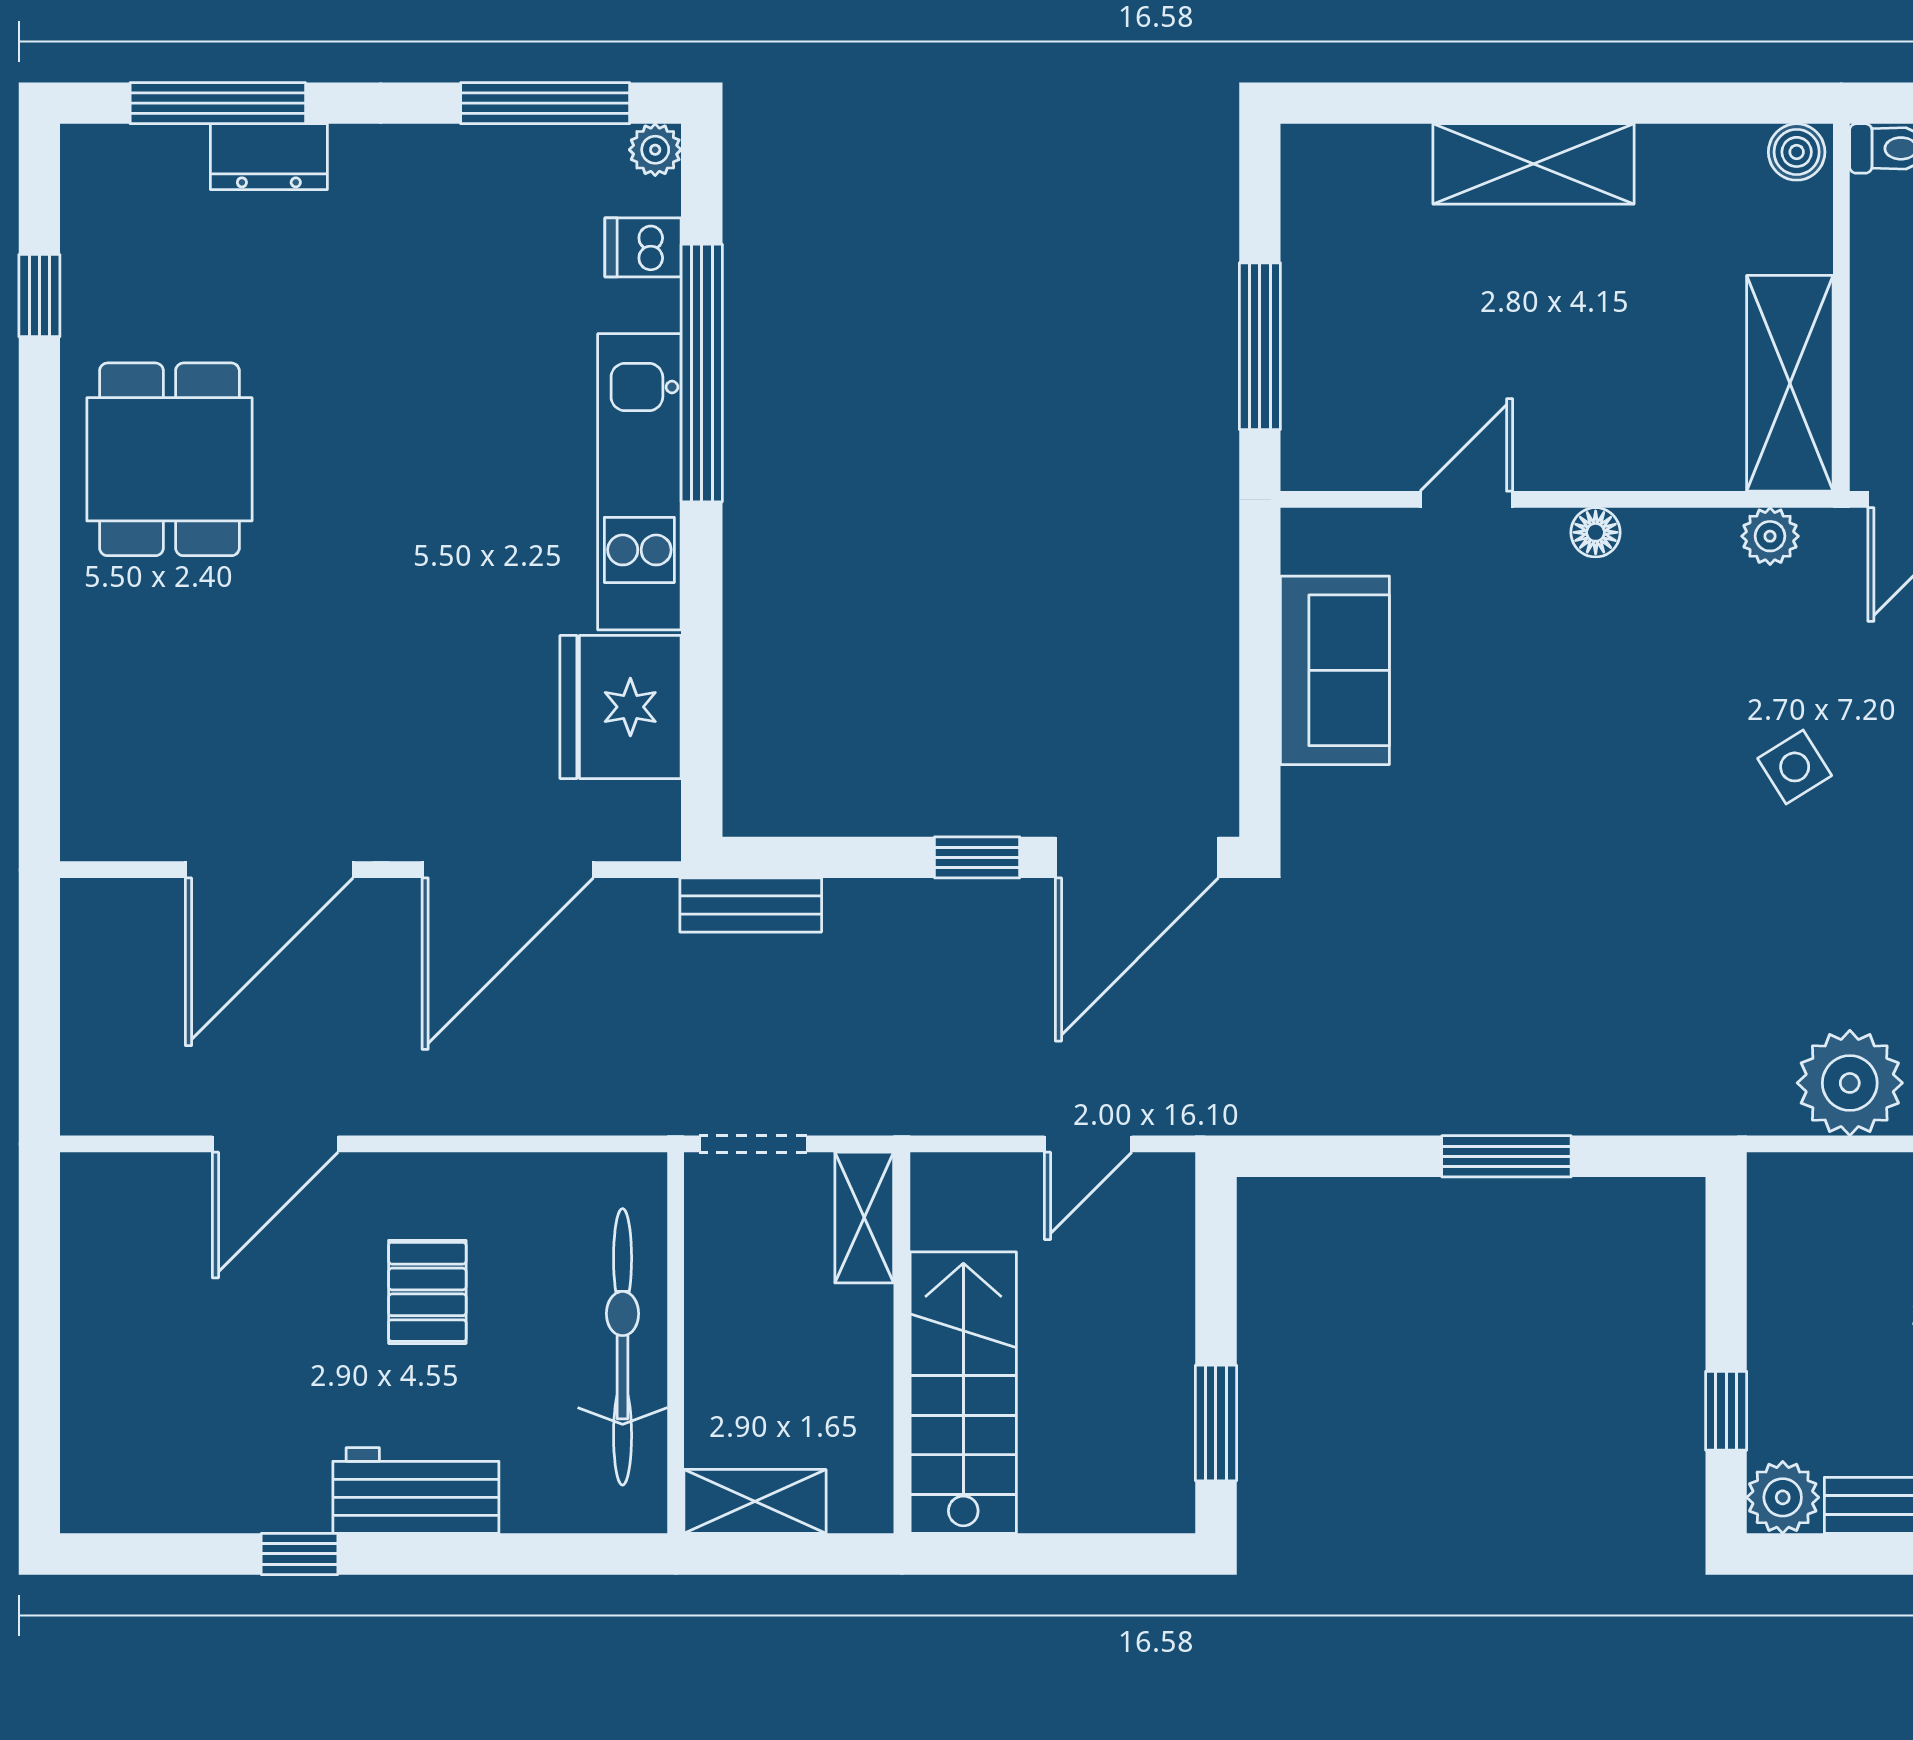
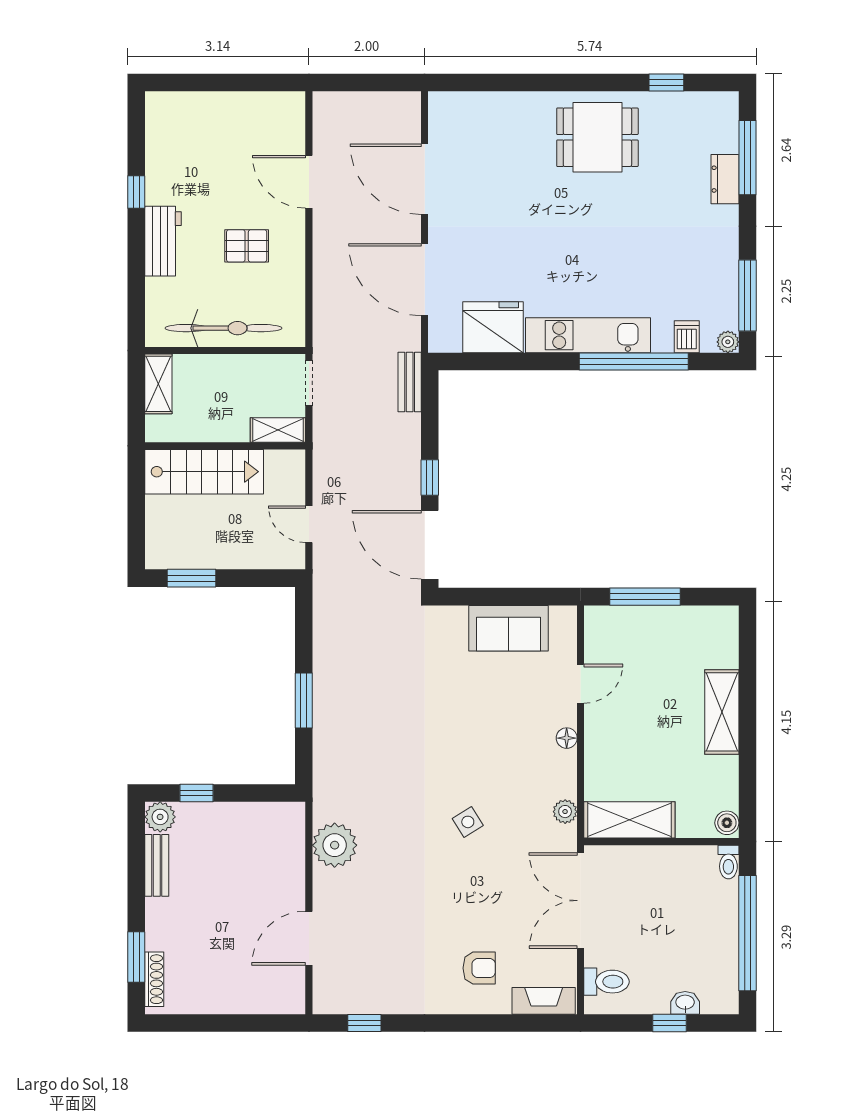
door: (1466, 499) -> (580, 684), hinge flipped

